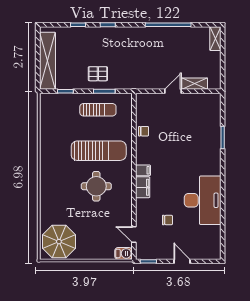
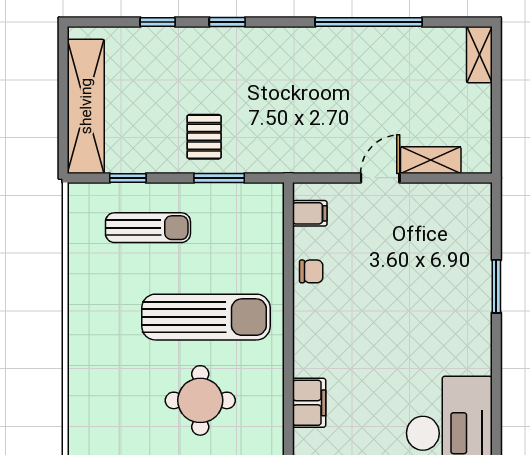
pallet: (98, 74) -> (204, 137), turned 90
sun lounger: (98, 110) -> (148, 228), moved
filing cabinet: (143, 170) -> (310, 213), moved

